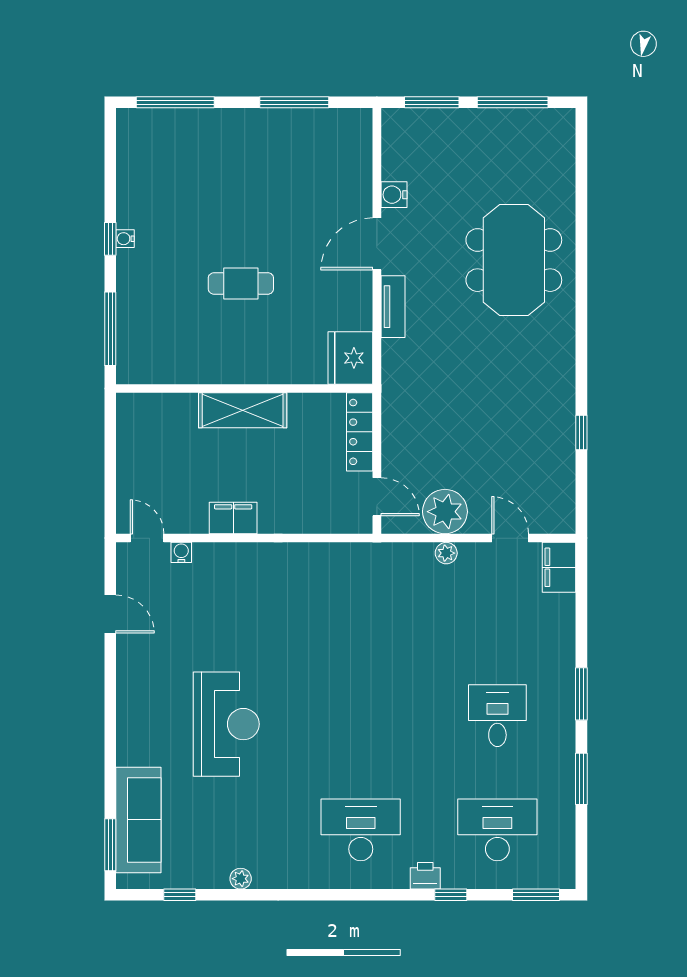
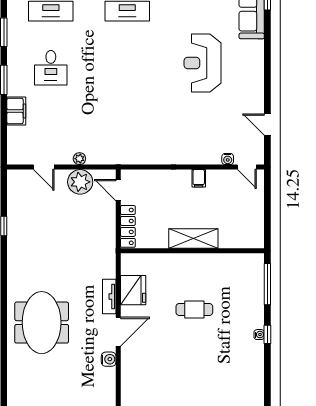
fridge: (350, 358) -> (133, 290), moved
filing cabinet: (233, 518) -> (199, 178), width x0.50
filing cabinet: (559, 567) -> (16, 111), moved

